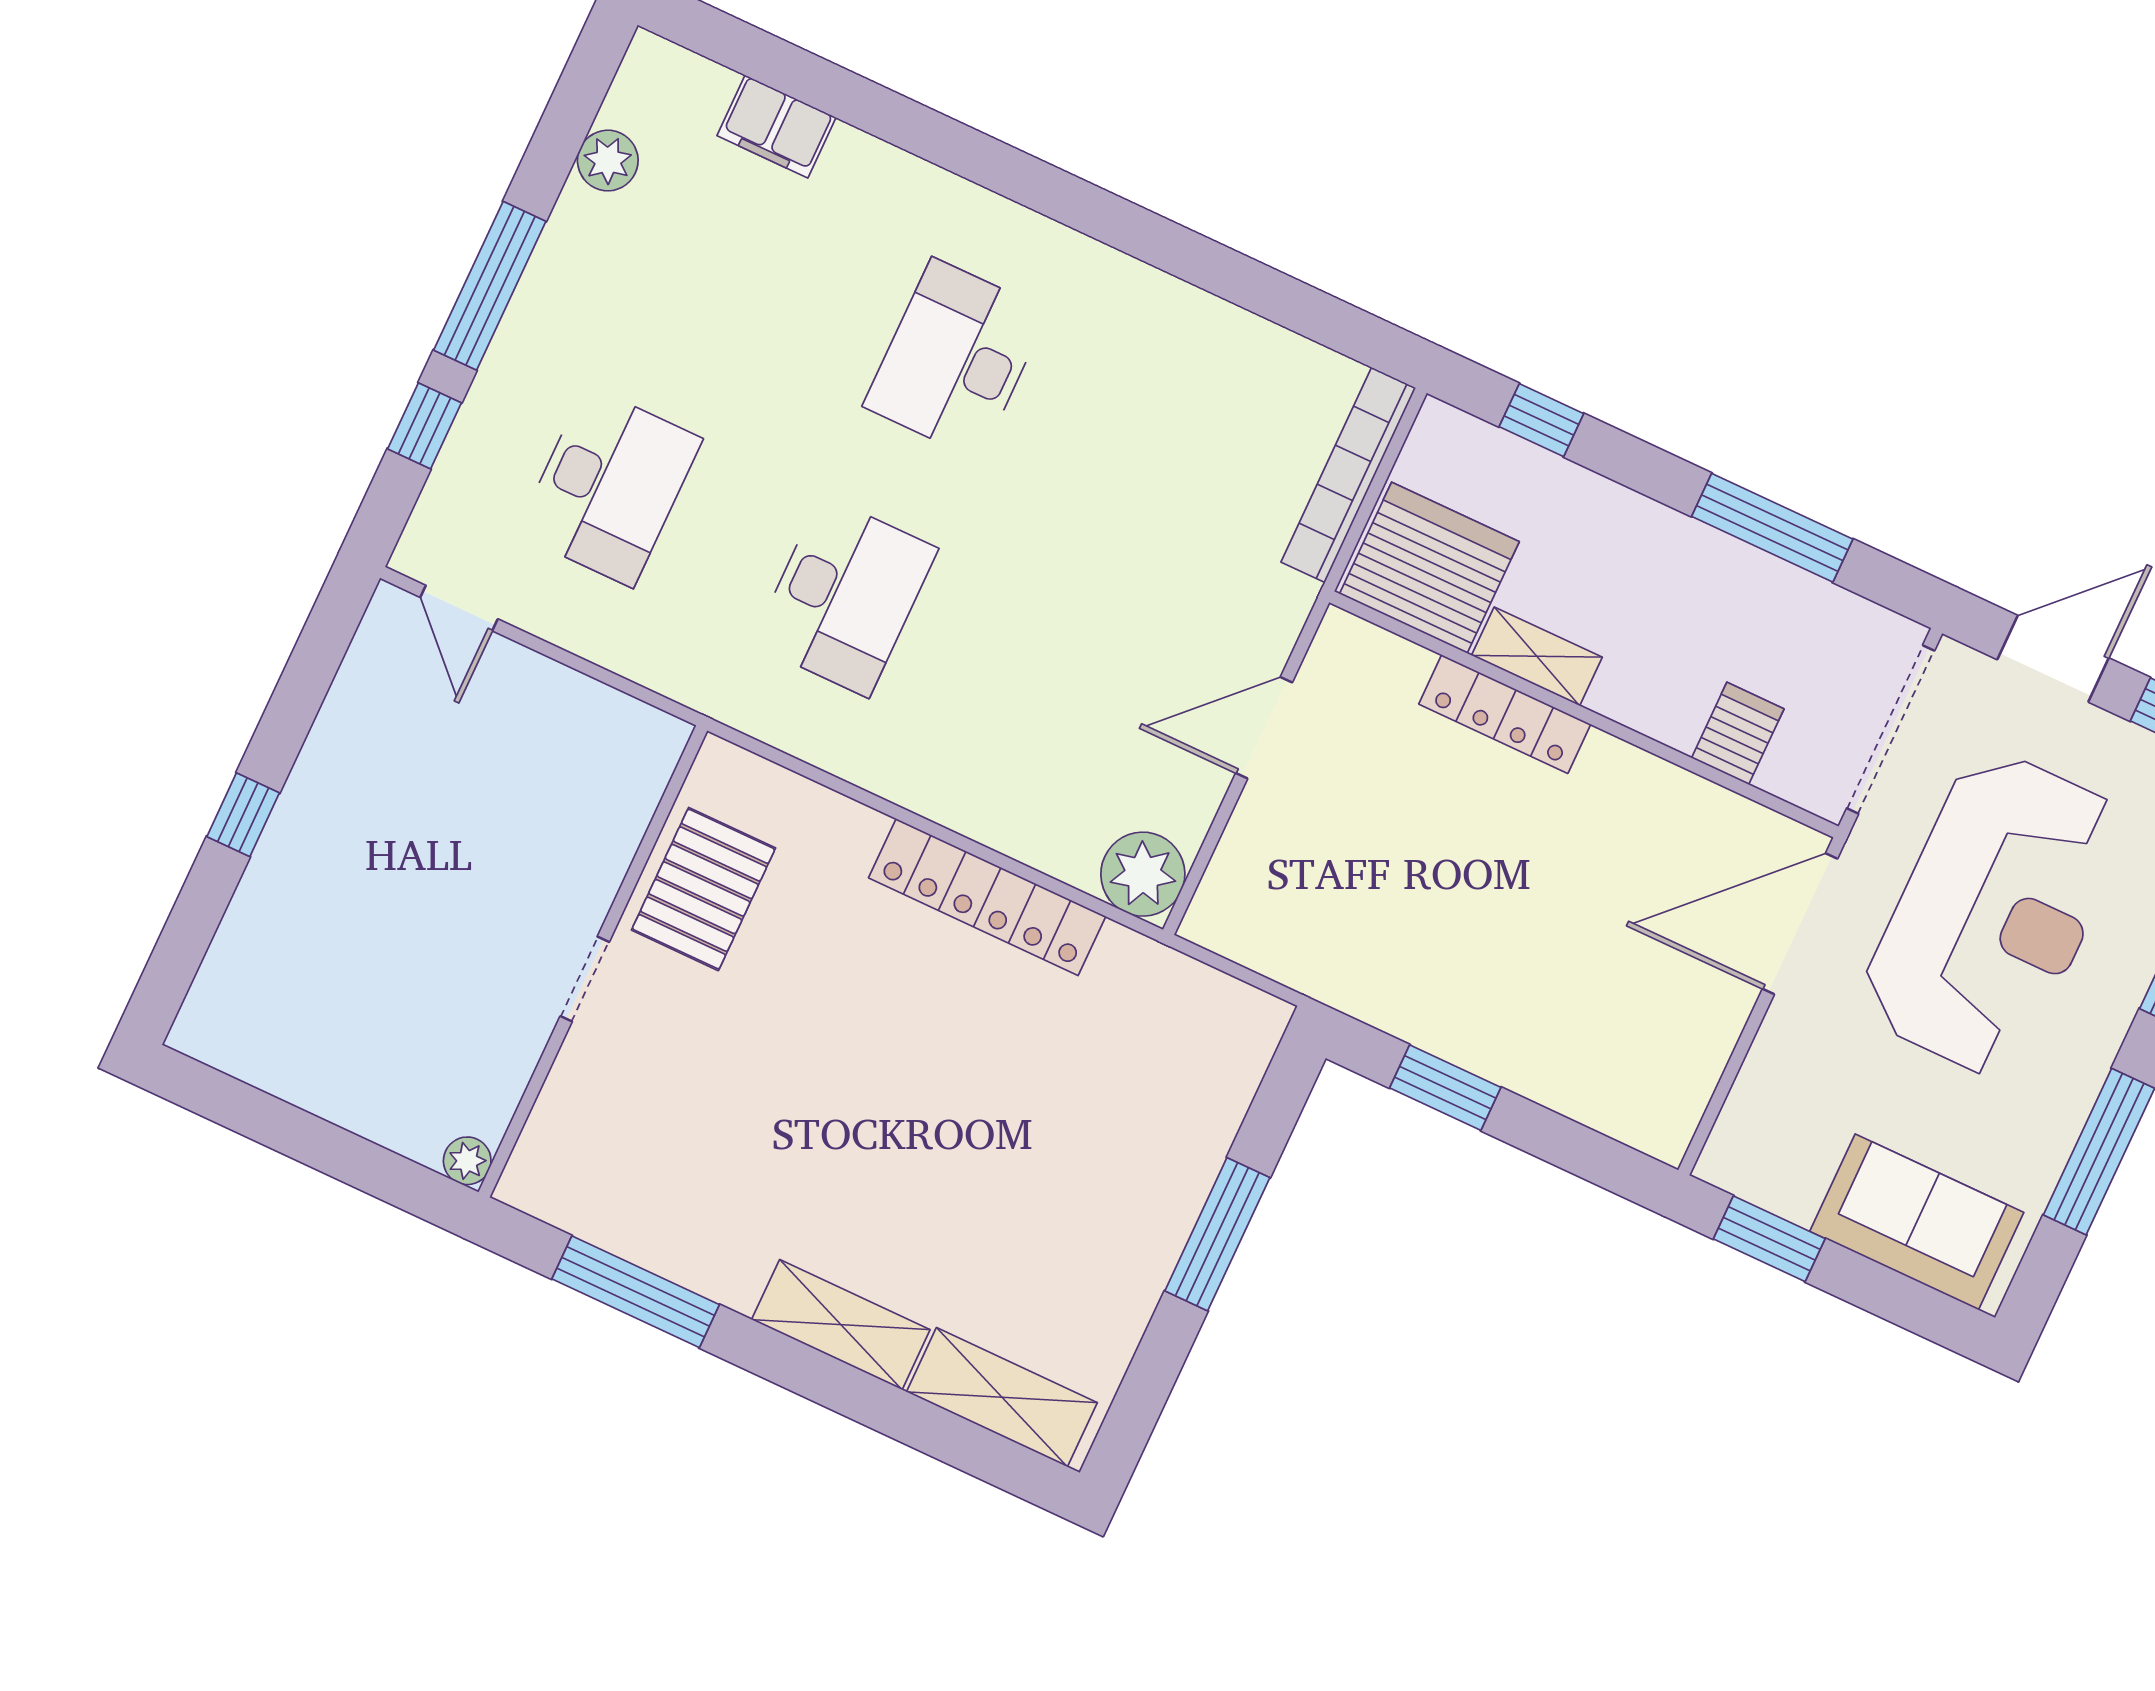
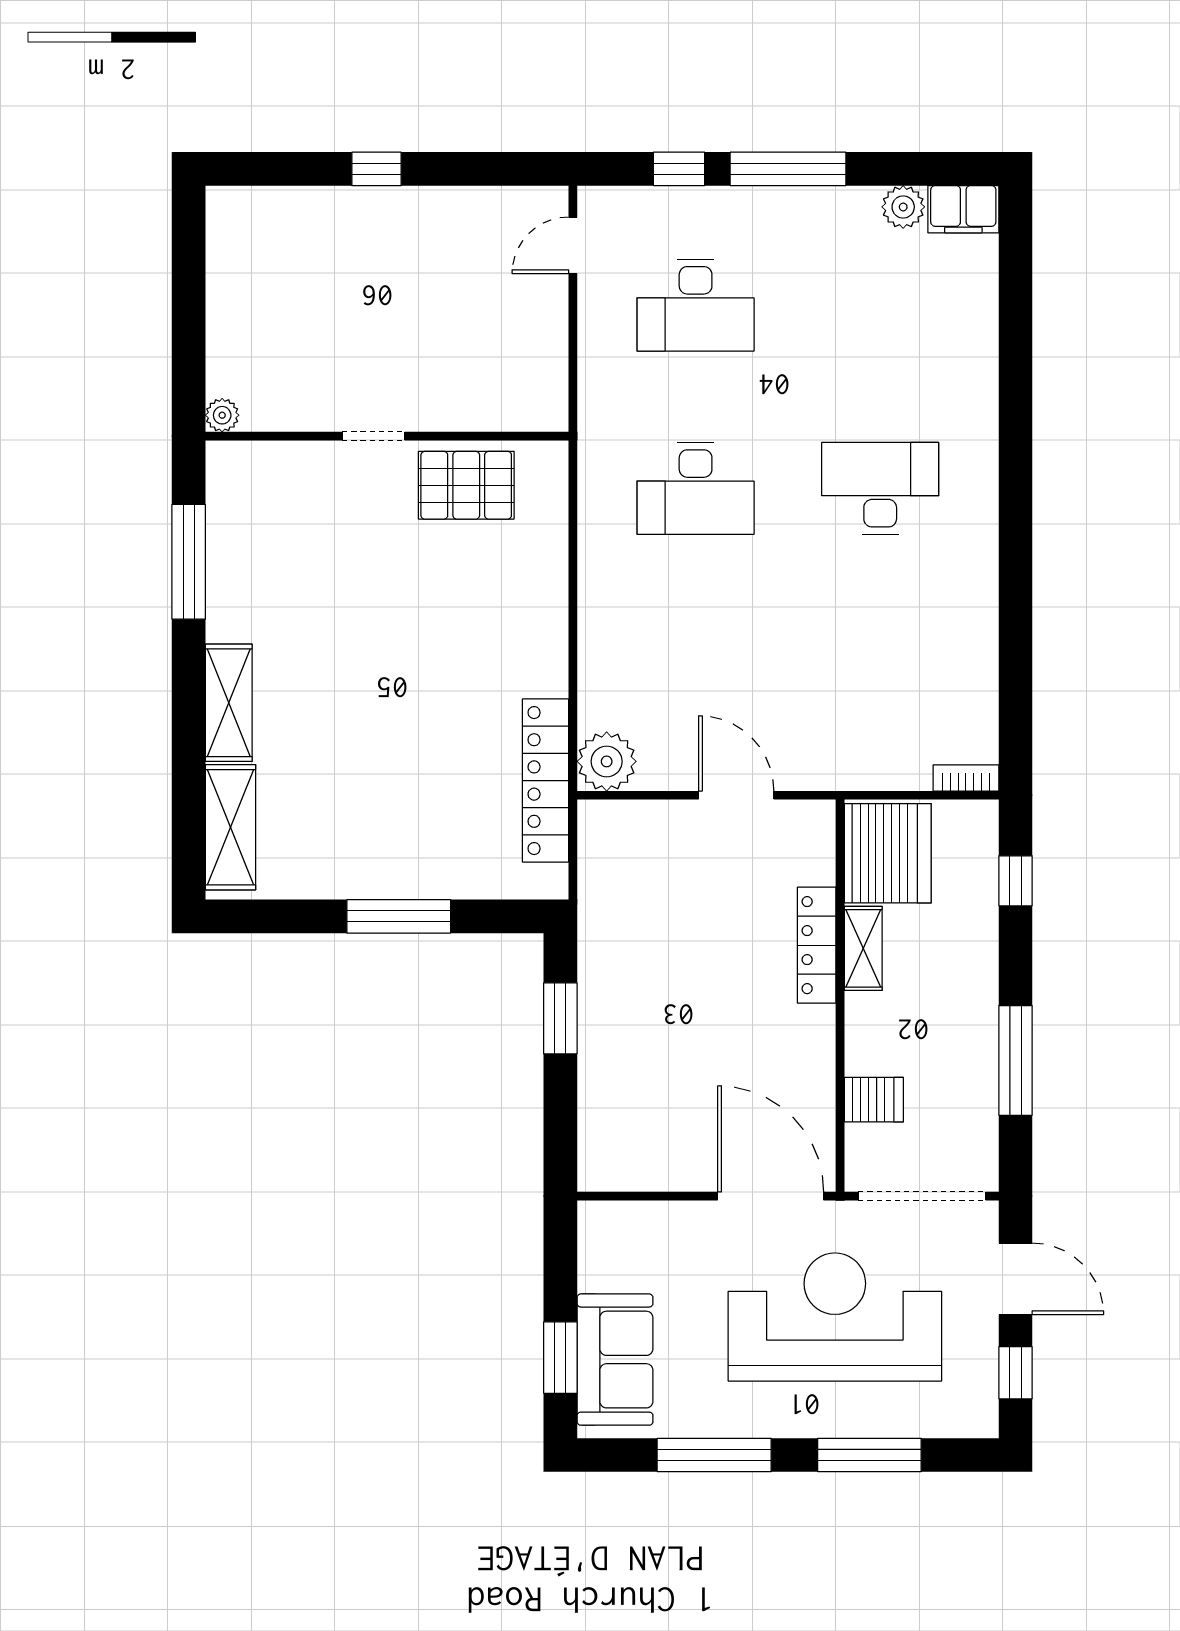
filing cabinet: (776, 127) -> (963, 209), moved, turned -90
bookcase: (1348, 475) -> (966, 778), width x0.43, depth x0.76
locker: (987, 897) -> (546, 781), moved
reception desk: (1994, 914) -> (835, 1317), turned 180
window: (1769, 1239) -> (560, 1358), moved

